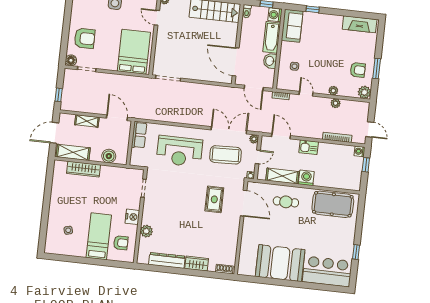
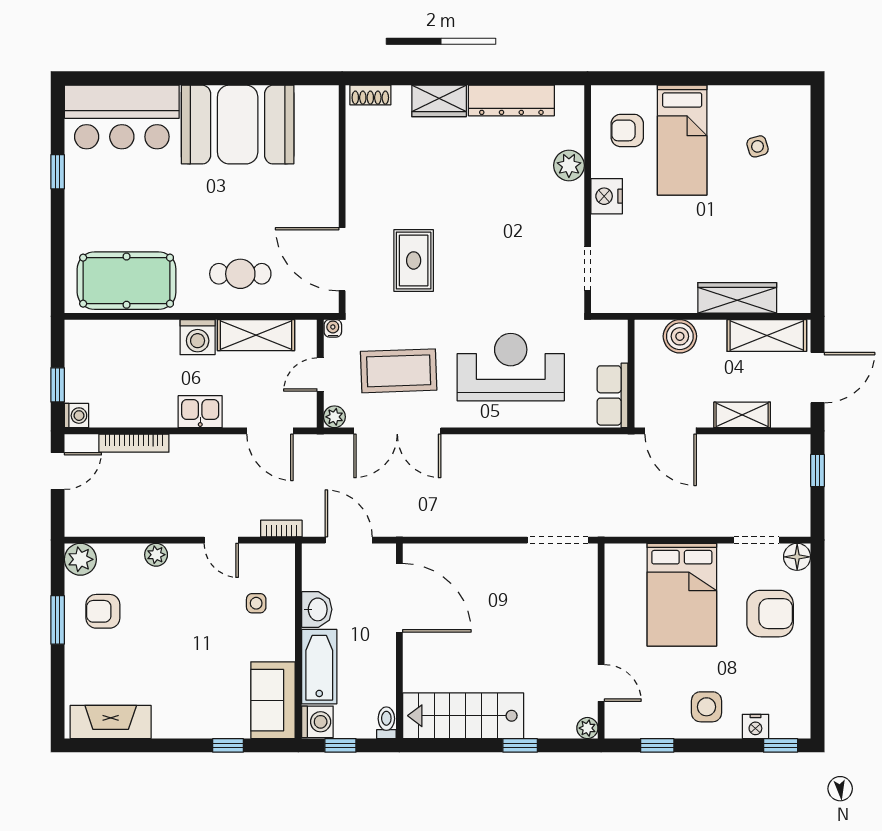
armchair: (85, 38) -> (770, 614), turned 180
bed: (134, 52) -> (682, 595), moved
plant: (336, 103) -> (147, 525), removed
door: (370, 129) -> (58, 471), swing flipped

